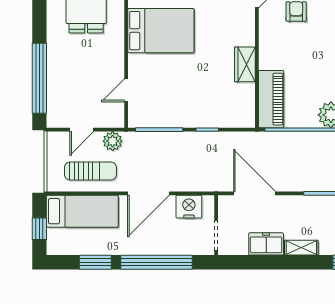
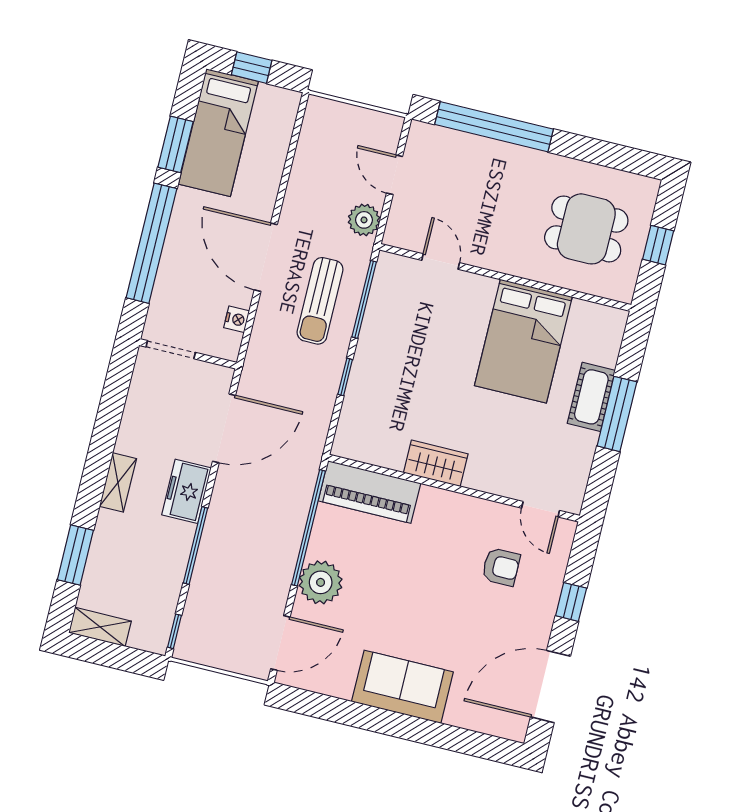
sun lounger: (90, 171) -> (320, 301), moved
nightstand: (189, 207) -> (237, 319), width x0.53, depth x0.56
bed: (82, 211) -> (218, 133), moved
freezer: (266, 244) -> (186, 491), moved, turned 180

